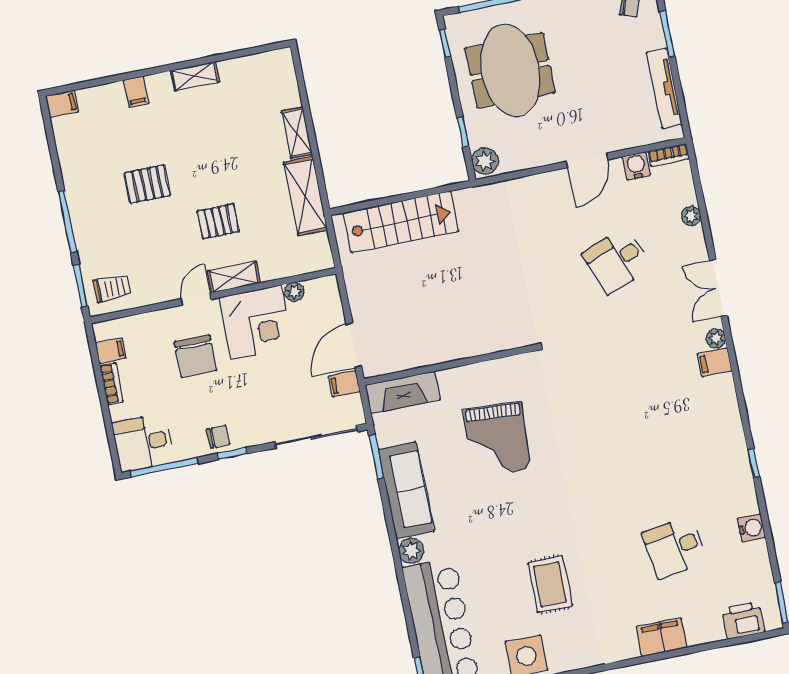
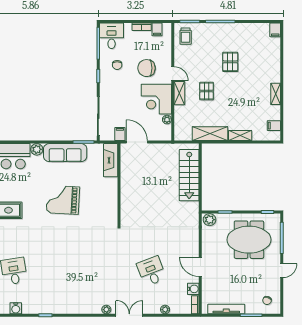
filing cabinet: (136, 92) -> (274, 126), moved
filing cabinet: (715, 362) -> (95, 307), removed
chair: (218, 437) -> (117, 65), moved
grand piano: (497, 439) -> (63, 200), moved

